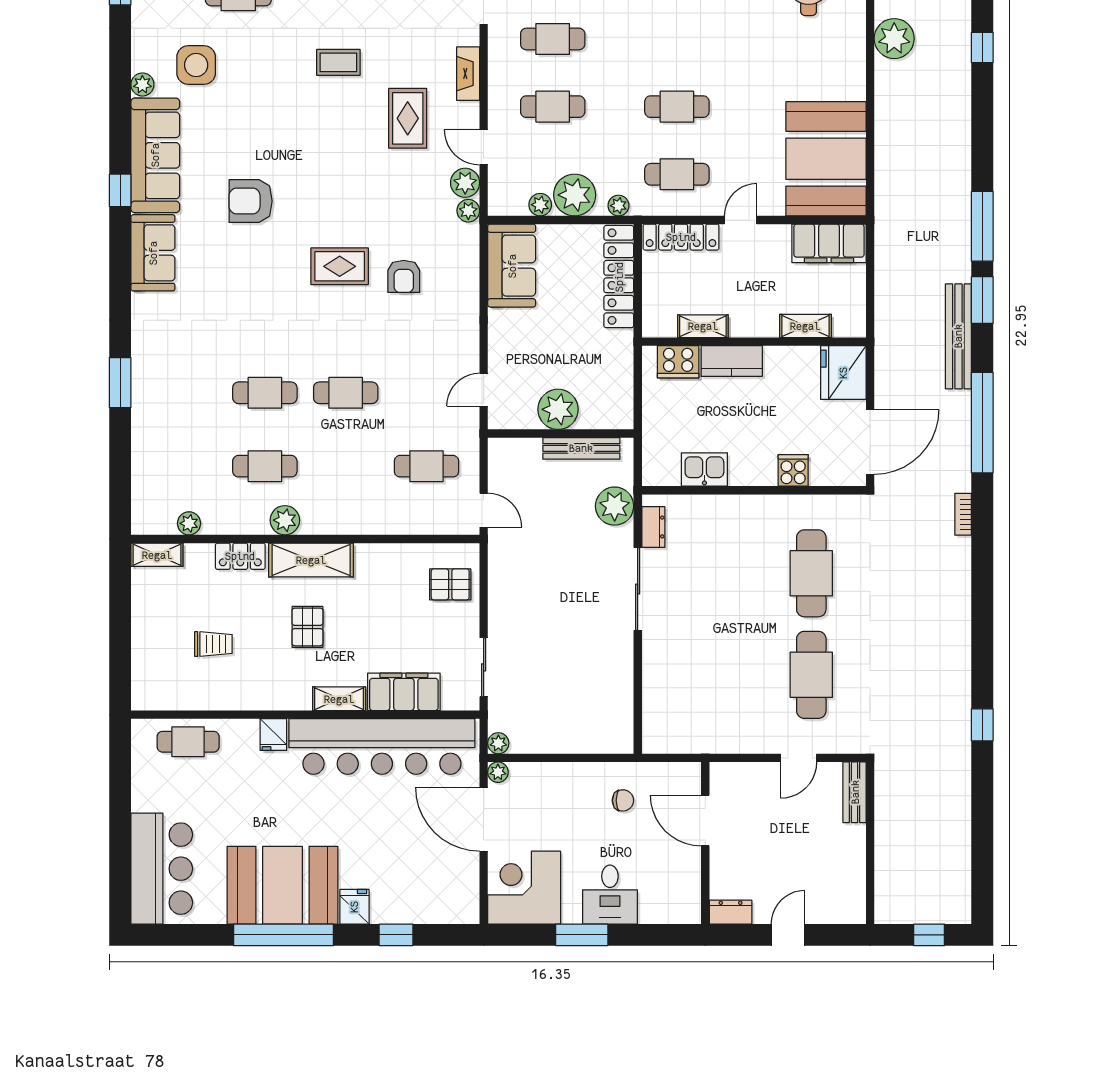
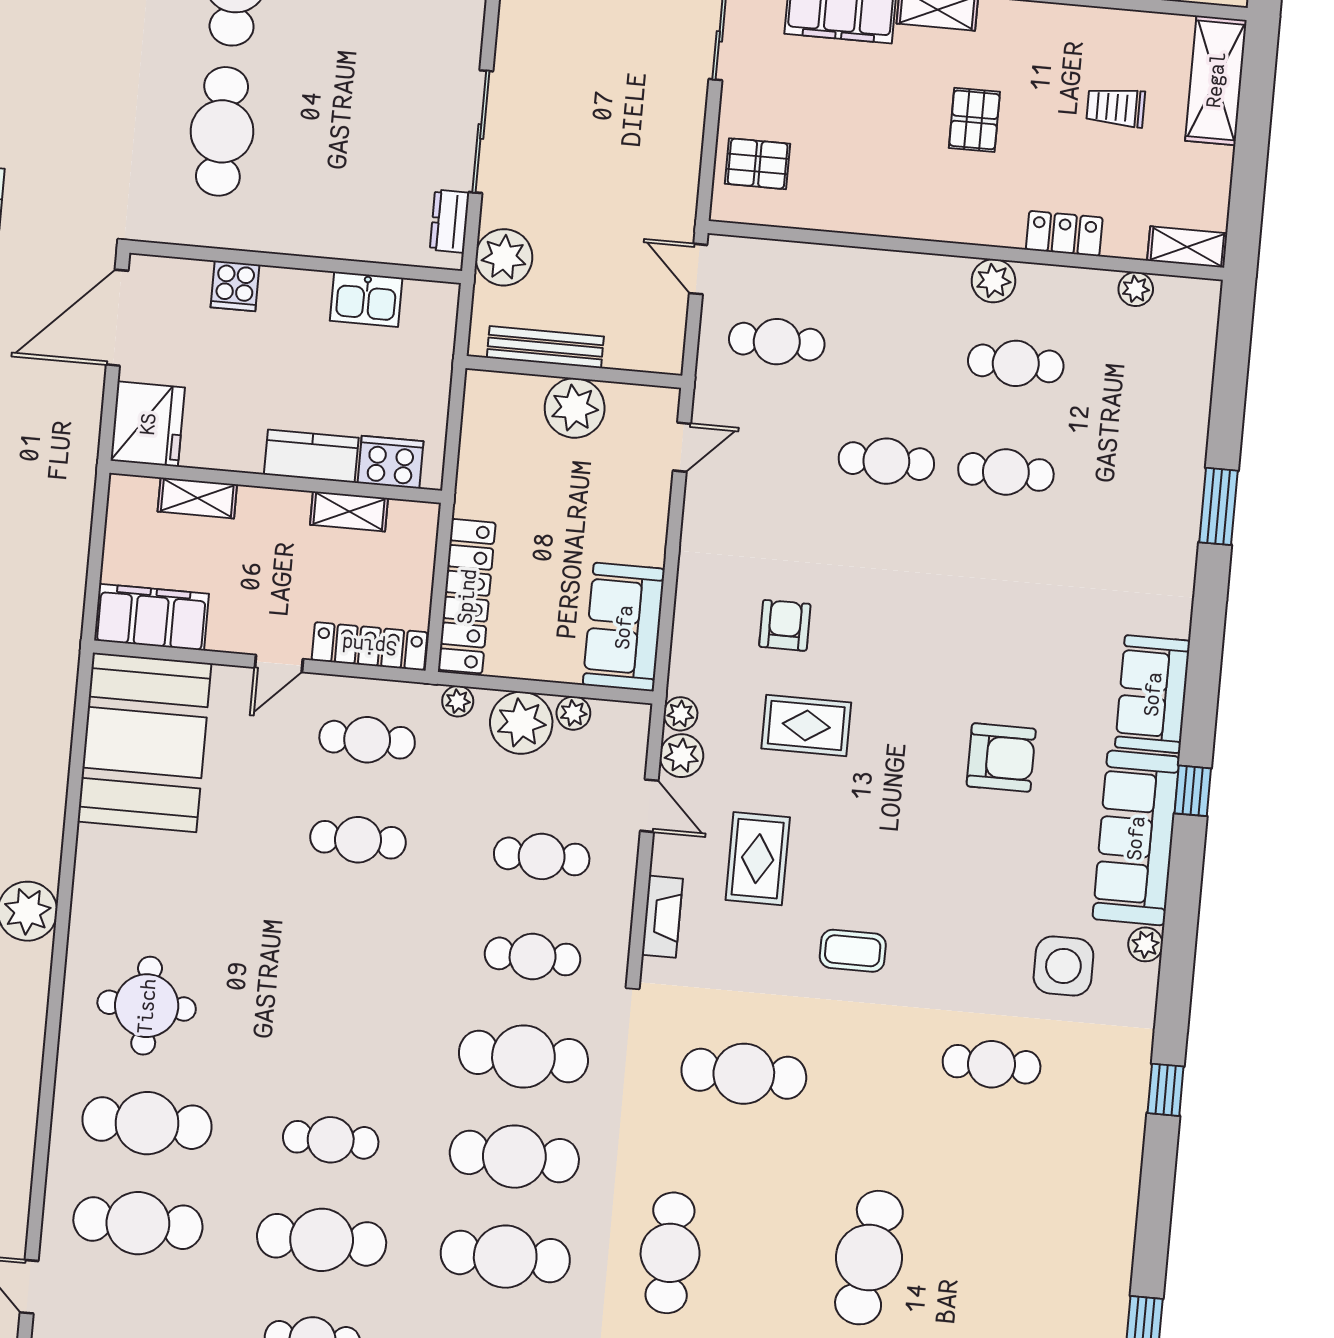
rug: (340, 266) -> (806, 725), moved
shelving: (311, 560) -> (1216, 80), moved, turned 90

